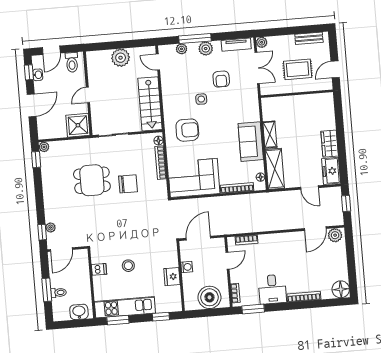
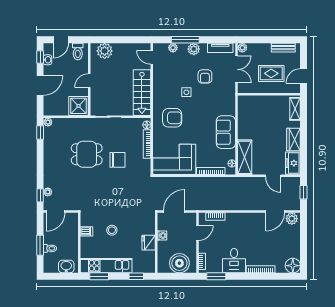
plant: (121, 58) -> (105, 51), moved
shelving: (270, 135) -> (295, 109), moved

